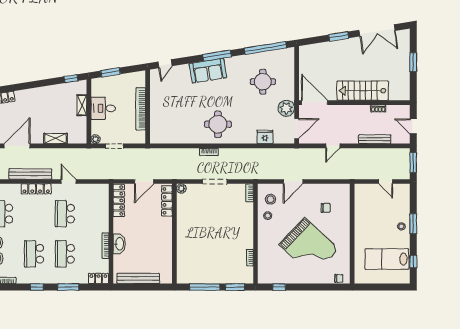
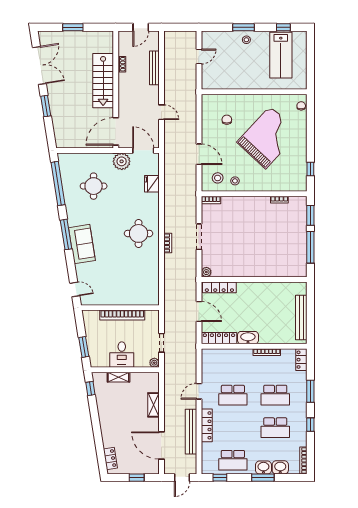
window: (413, 163) -> (179, 27), removed
washbasin: (119, 244) -> (248, 338), moved

